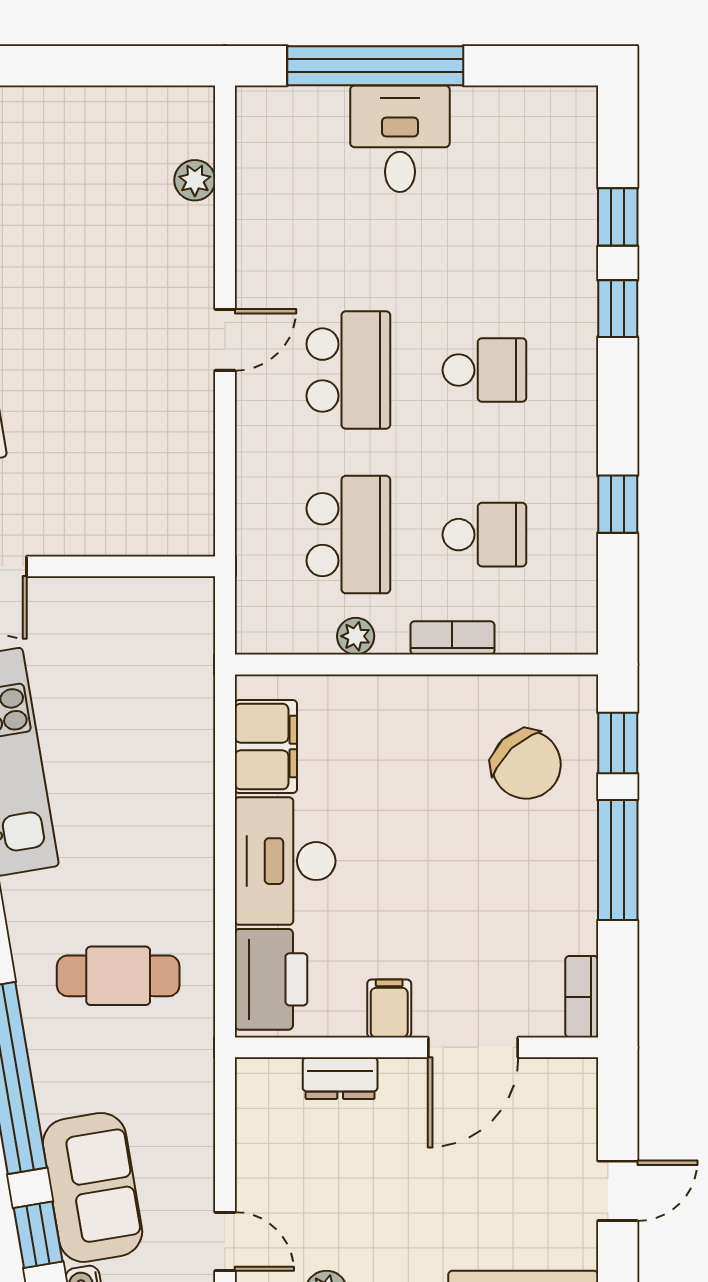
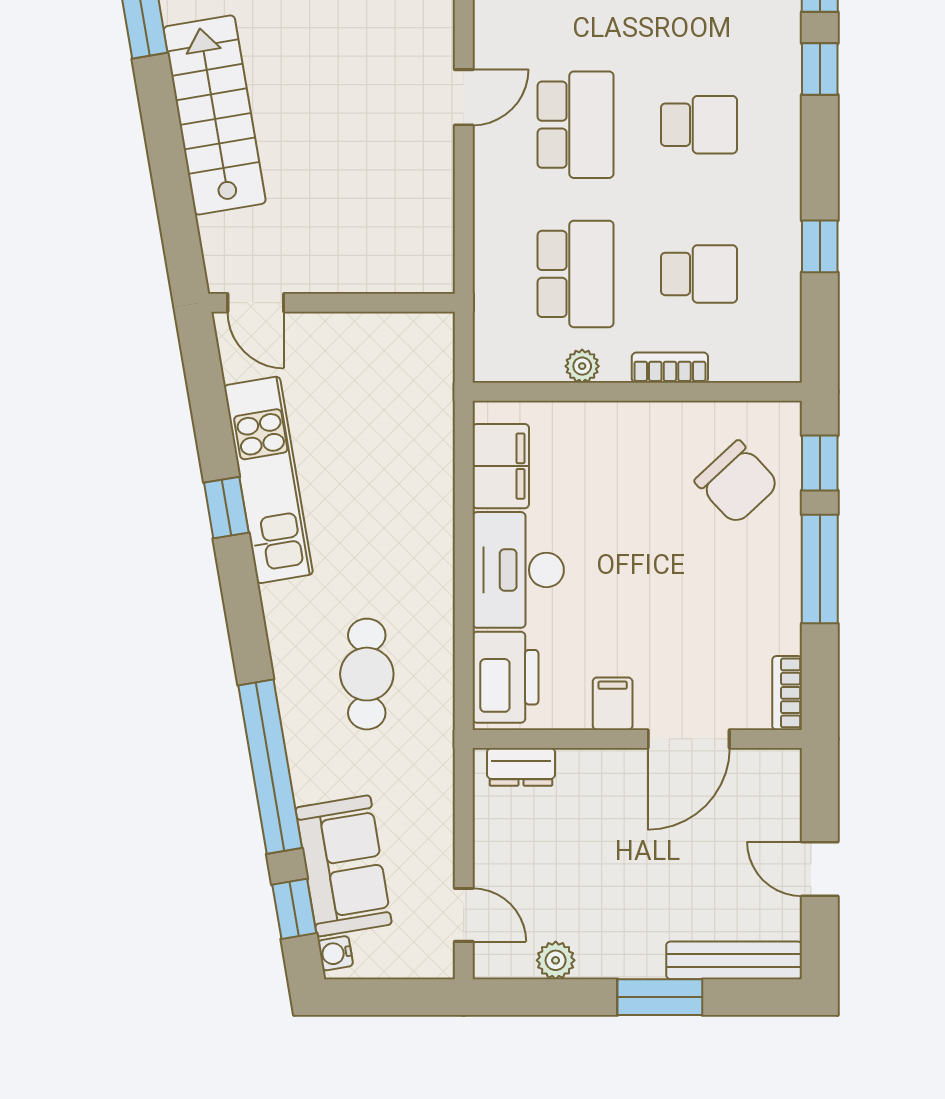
cafe table: (118, 976) -> (367, 674), turned 90
dresser: (340, 1078) -> (521, 767), moved
door: (618, 1191) -> (820, 869), swing flipped

